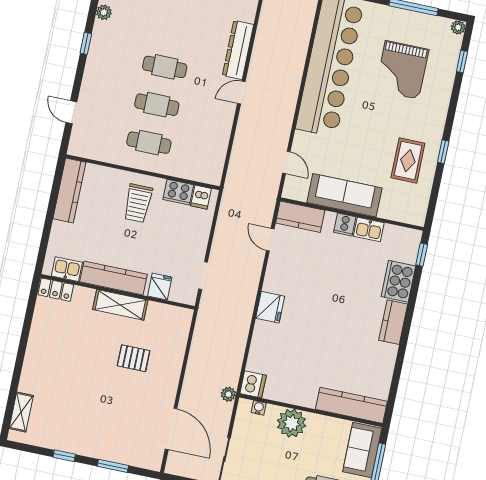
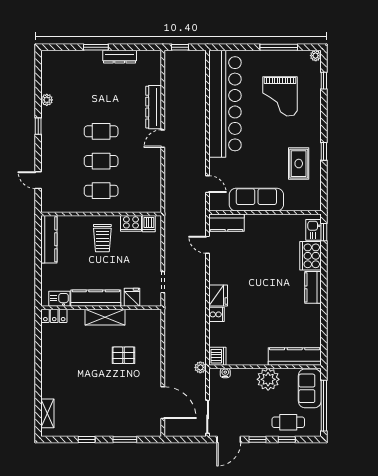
cooker: (345, 225) -> (217, 314), moved, turned -90
kitchen sink: (369, 230) -> (313, 230), moved, turned 90
plant: (292, 423) -> (268, 379), moved

